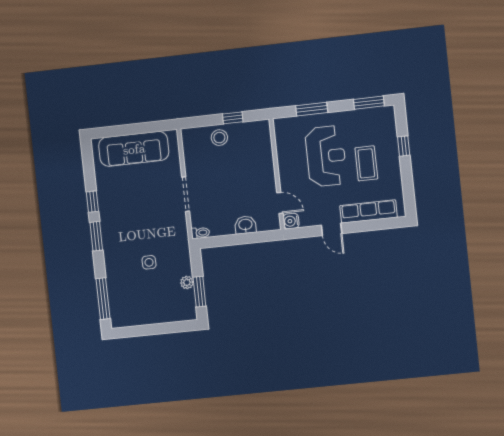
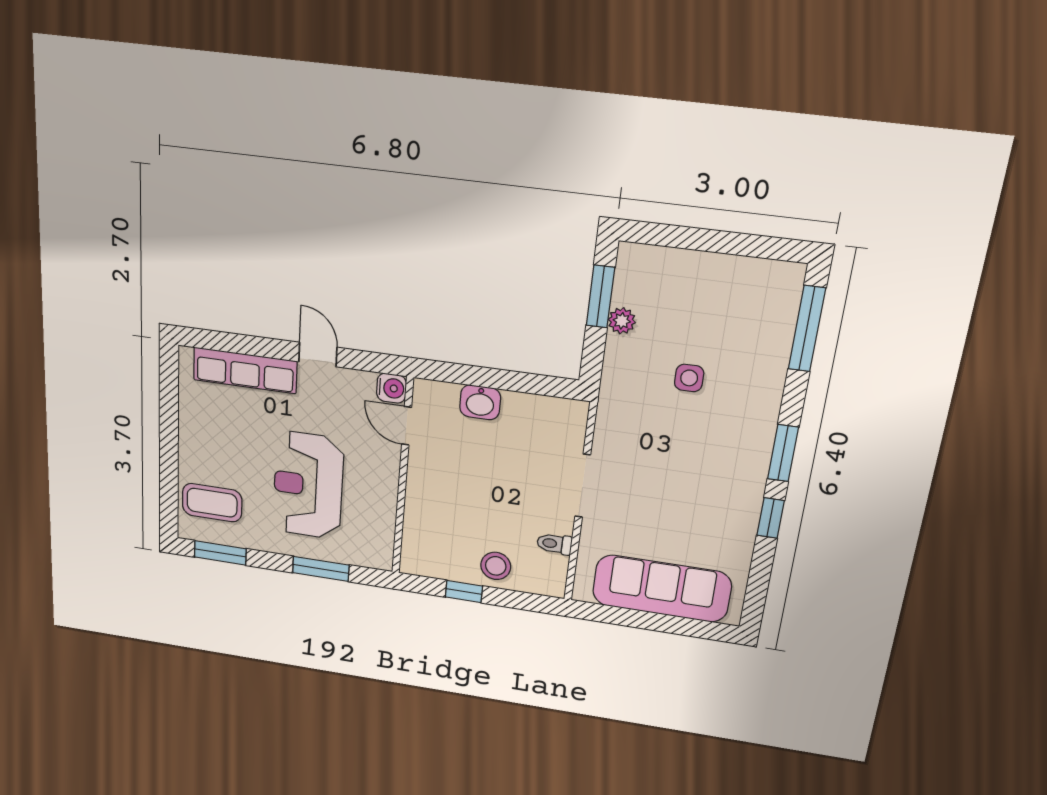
window: (404, 146) -> (169, 467), removed
coffee table: (366, 163) -> (212, 503), moved, turned 90
toilet: (200, 233) -> (554, 544), moved

